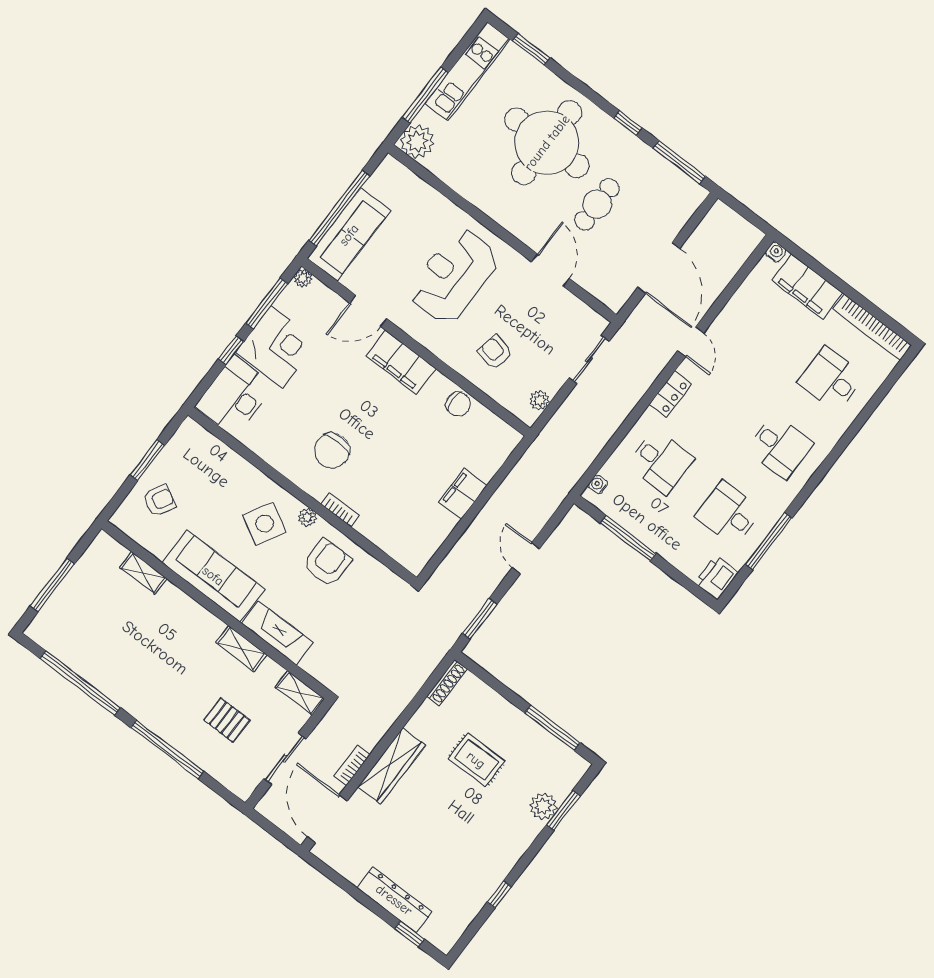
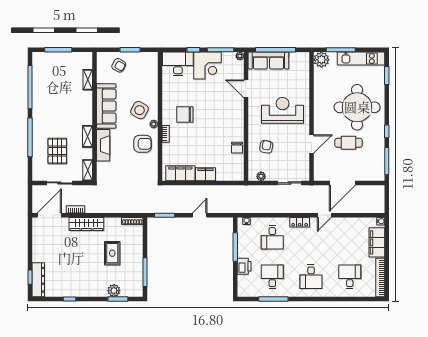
filing cabinet: (401, 362) -> (180, 173), moved, turned 90
printer: (717, 578) -> (244, 266), moved, turned 90
pallet: (227, 720) -> (57, 151), width x1.50, depth x1.42
dresser: (394, 900) -> (38, 280), moved

